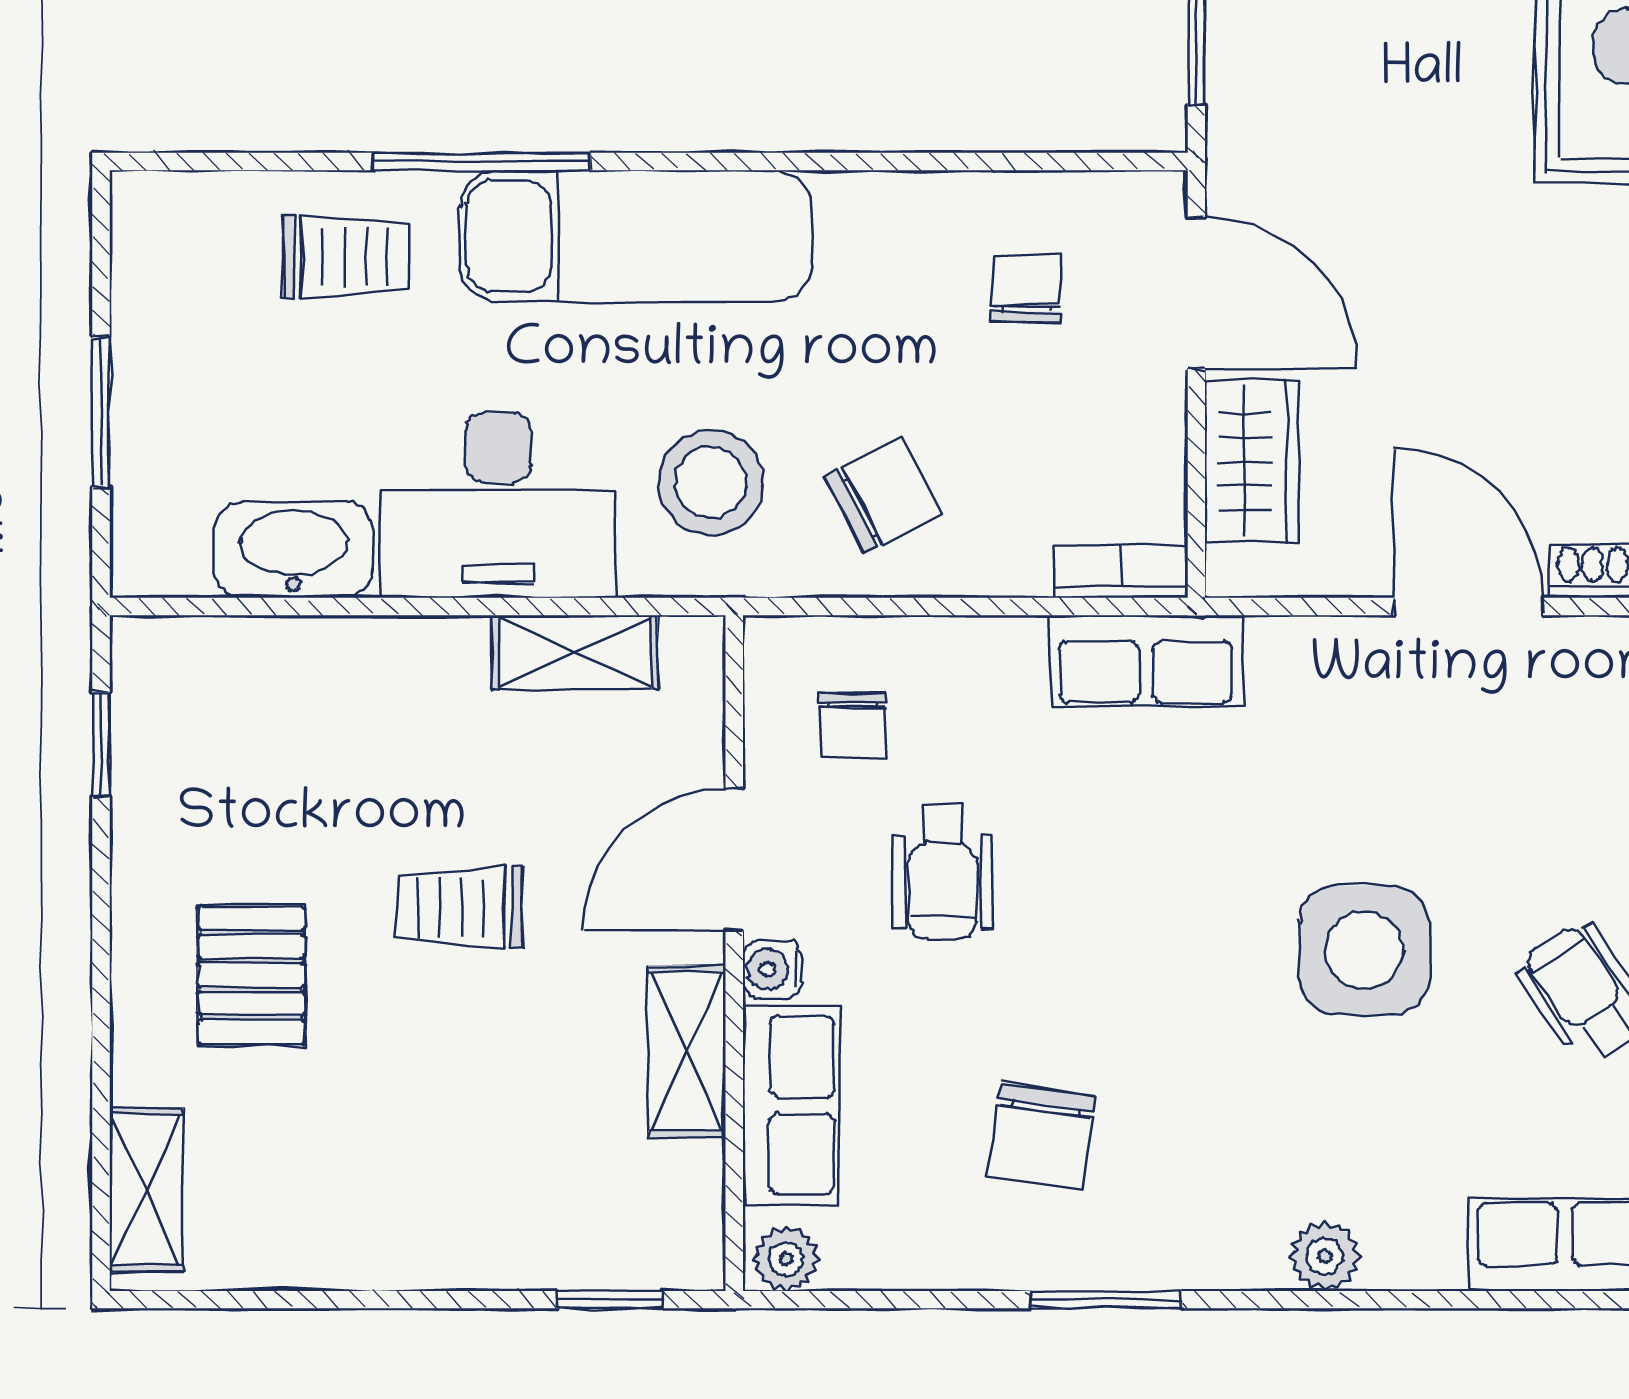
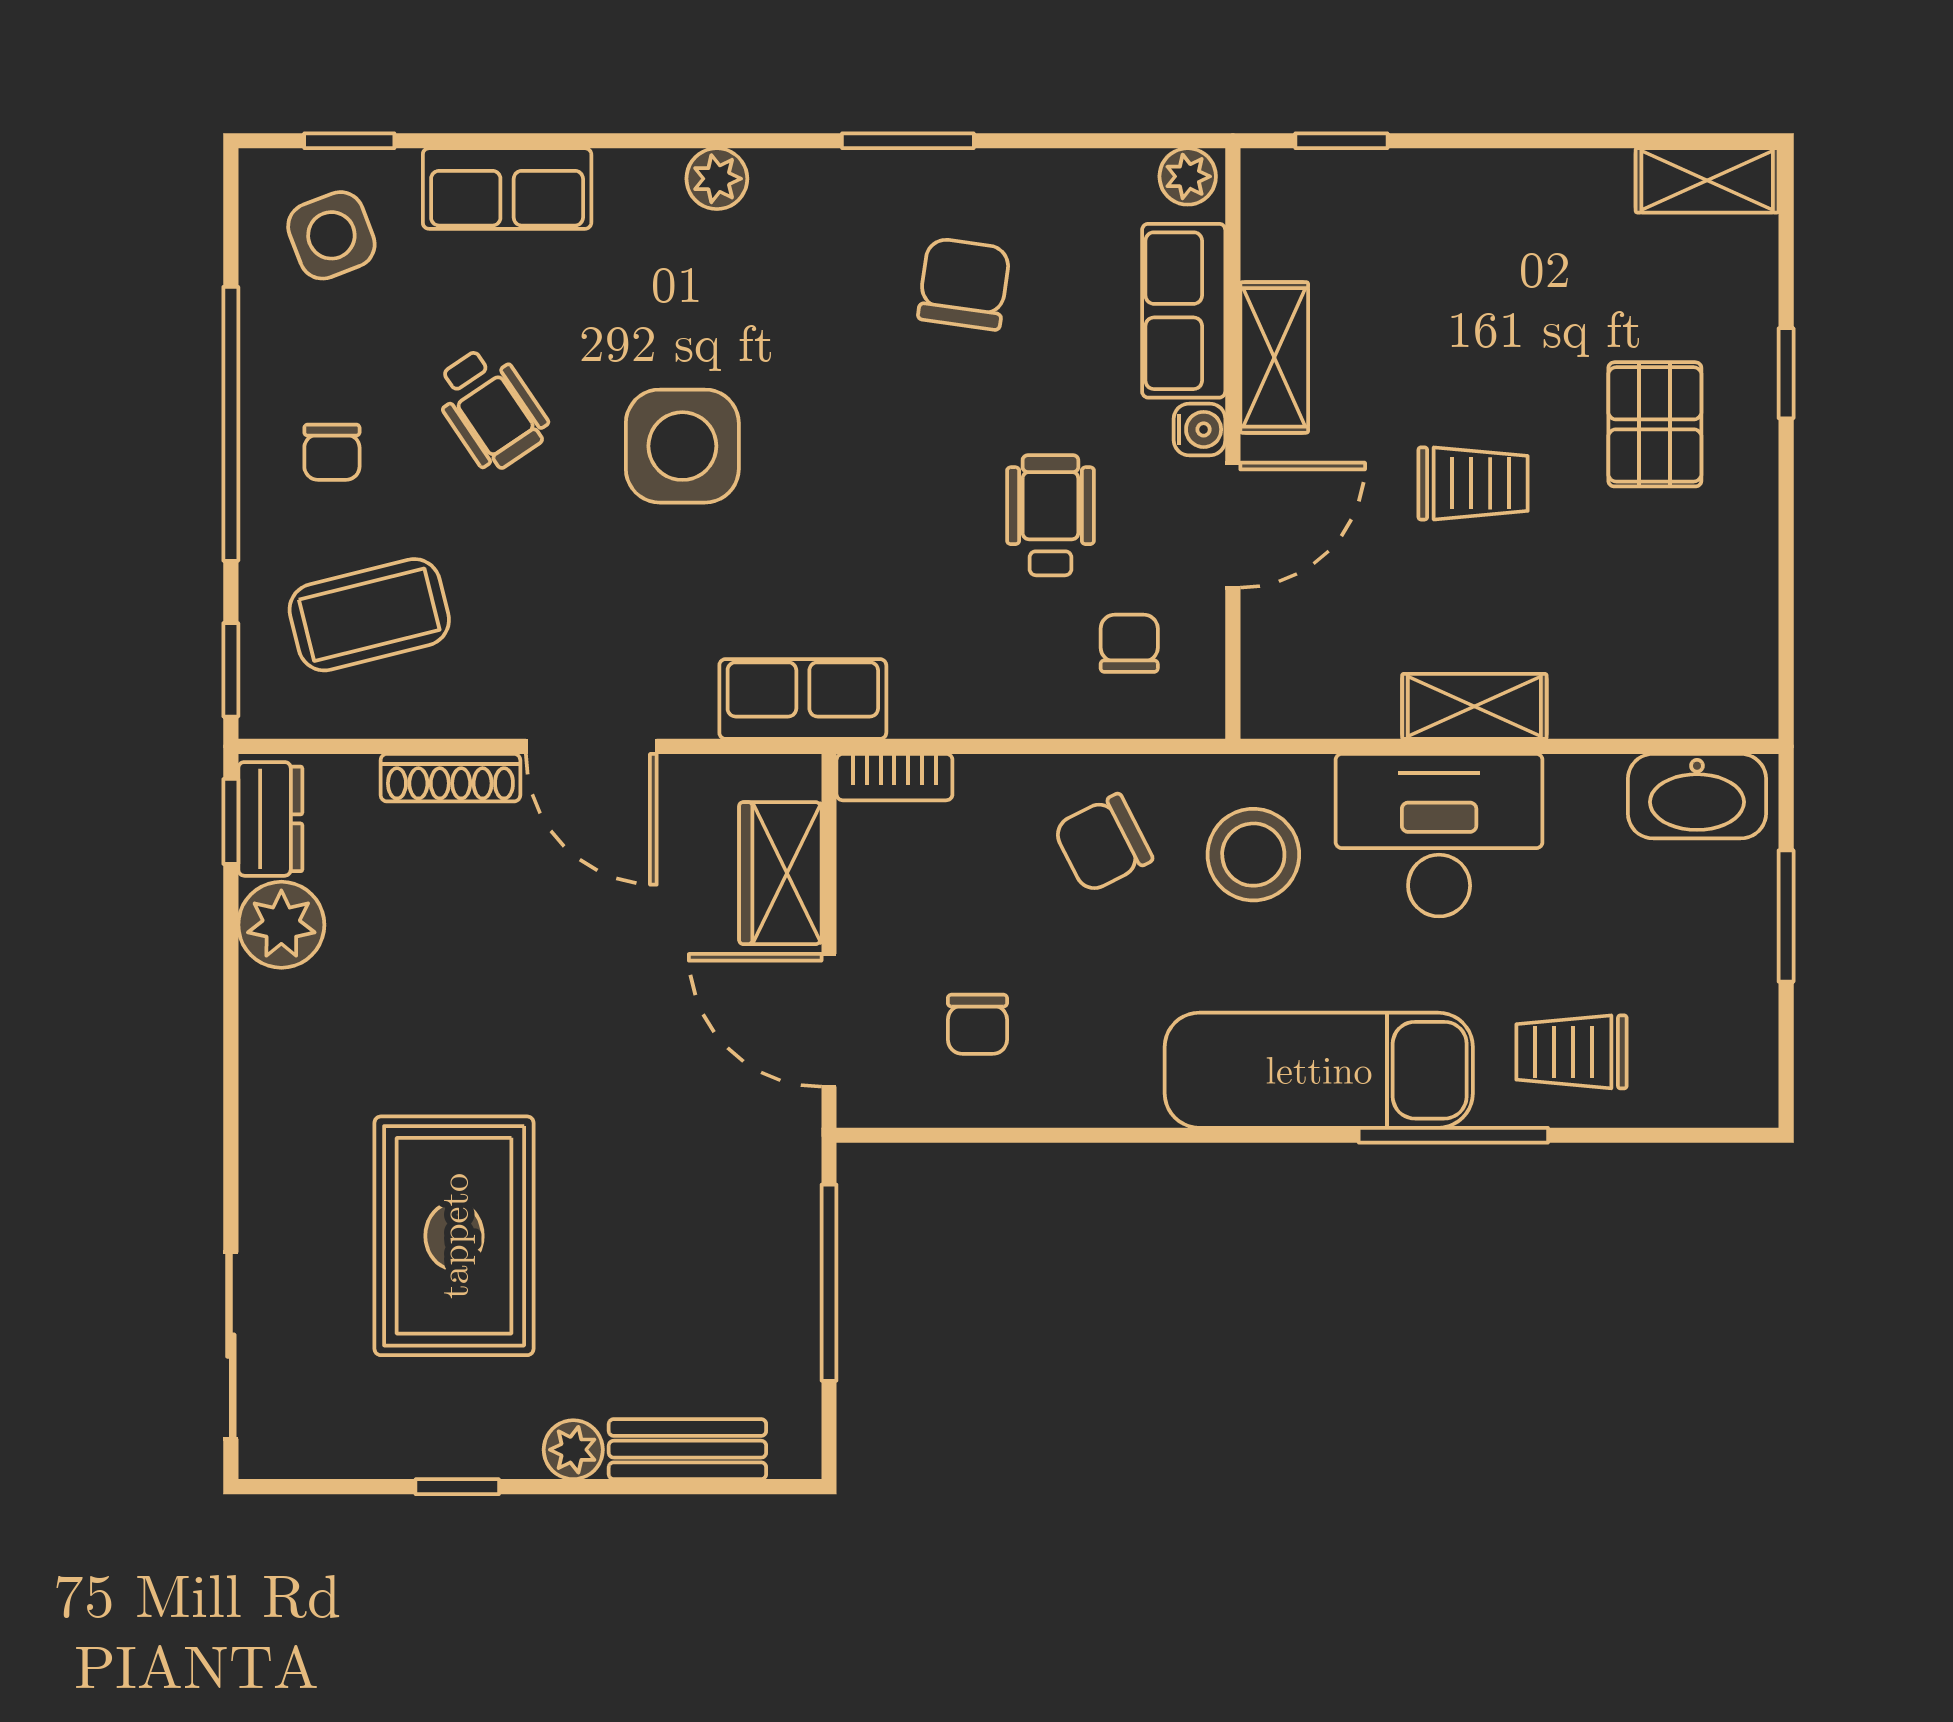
washbasin: (294, 550) -> (1697, 796), moved
shelving: (575, 652) -> (1474, 706), moved
row of seats: (1146, 661) -> (803, 699), moved
window: (101, 744) -> (1786, 373), moved
shelving: (146, 1190) -> (1707, 180), moved, turned 90

